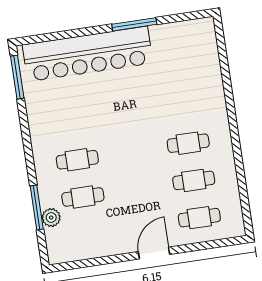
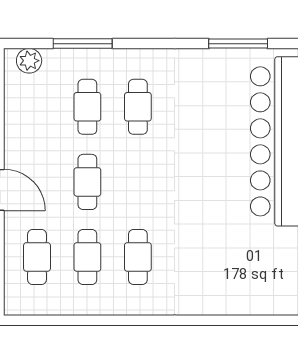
window: (17, 77) -> (238, 44), moved
cafe table: (138, 189) -> (87, 182), added
plant: (51, 218) -> (29, 61), moved

